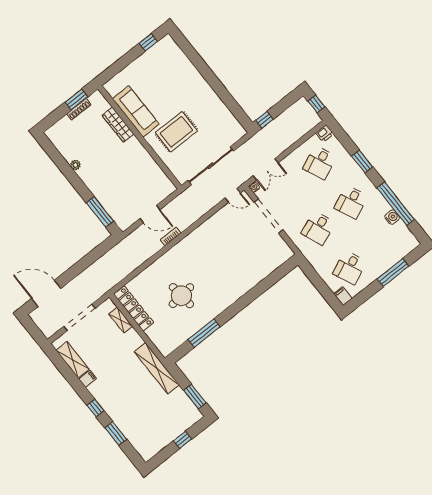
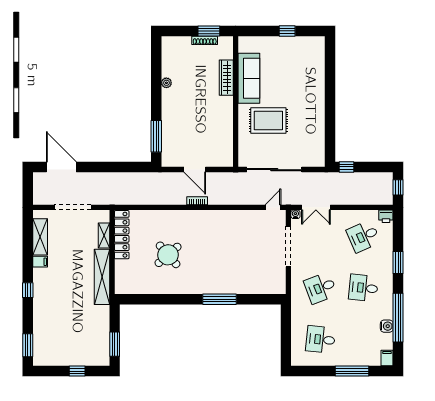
window: (148, 42) -> (287, 31), moved
door: (233, 195) -> (273, 207), swing flipped
desk: (351, 202) -> (363, 288), turned 30
desk: (350, 268) -> (321, 339), turned 30
round table: (181, 296) -> (168, 255), turned -35
filing cabinet: (343, 296) -> (387, 358), moved
window: (204, 333) -> (220, 299), moved
shelving: (157, 368) -> (102, 277), moved
window: (116, 434) -> (28, 345), moved

